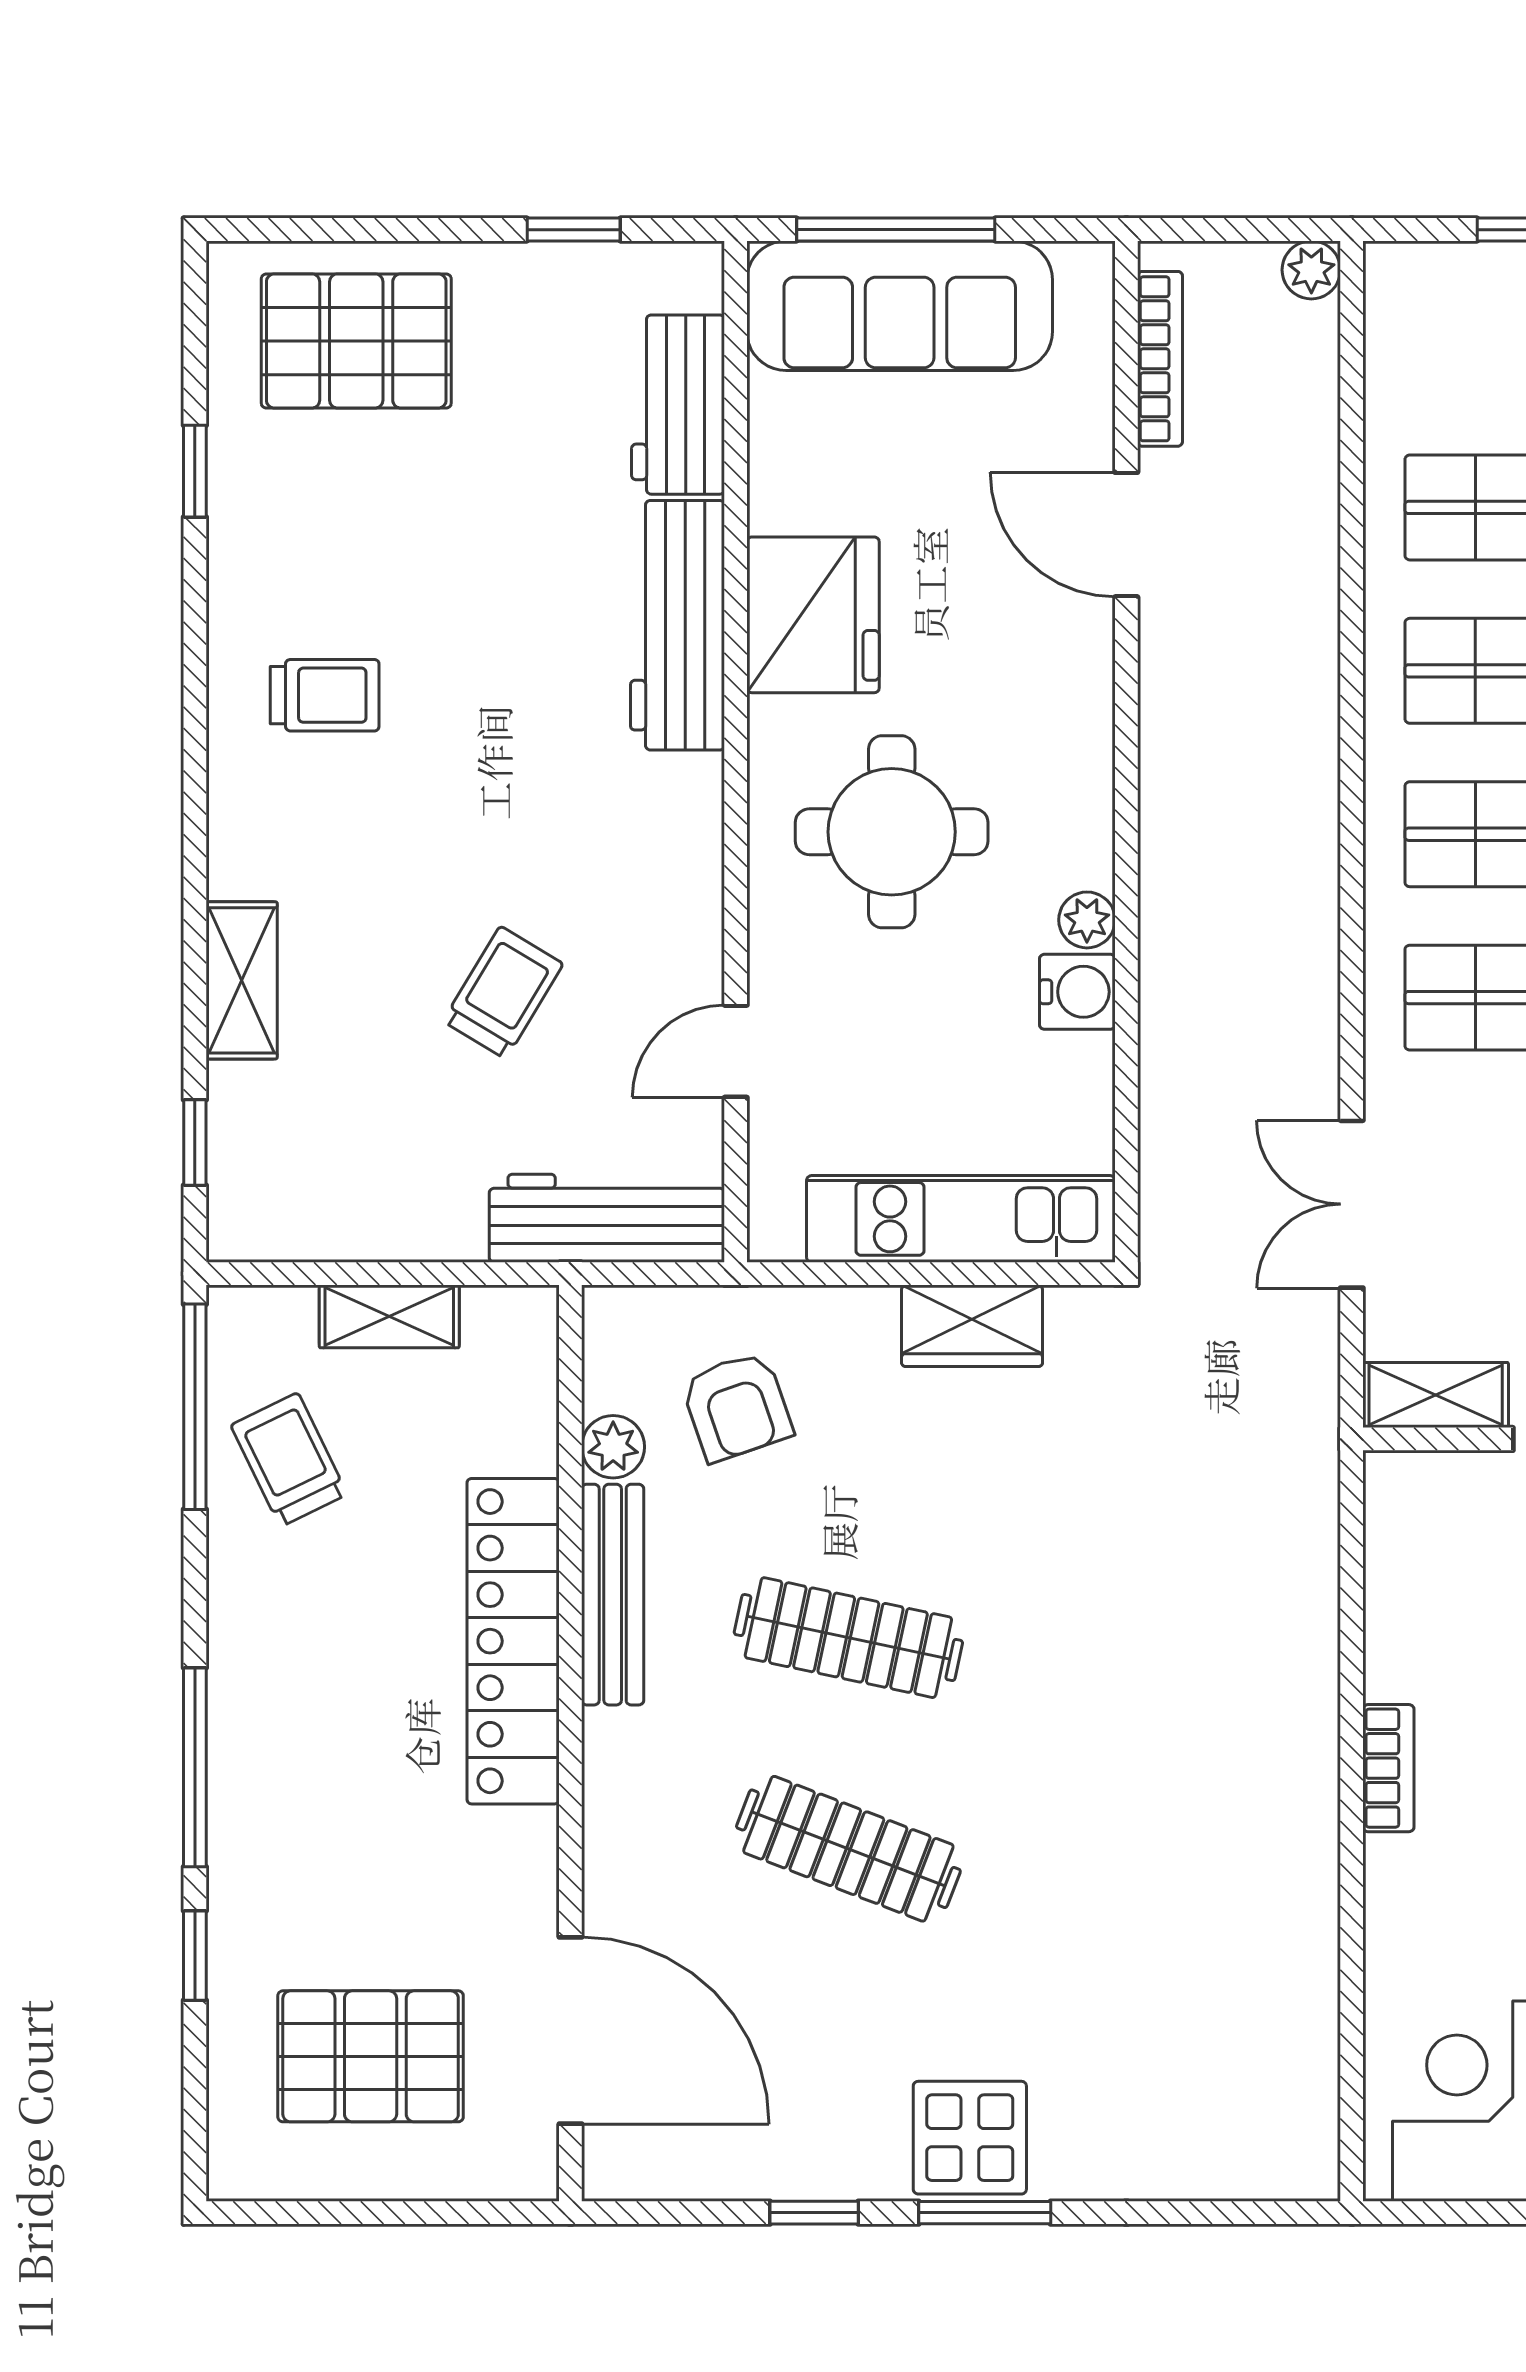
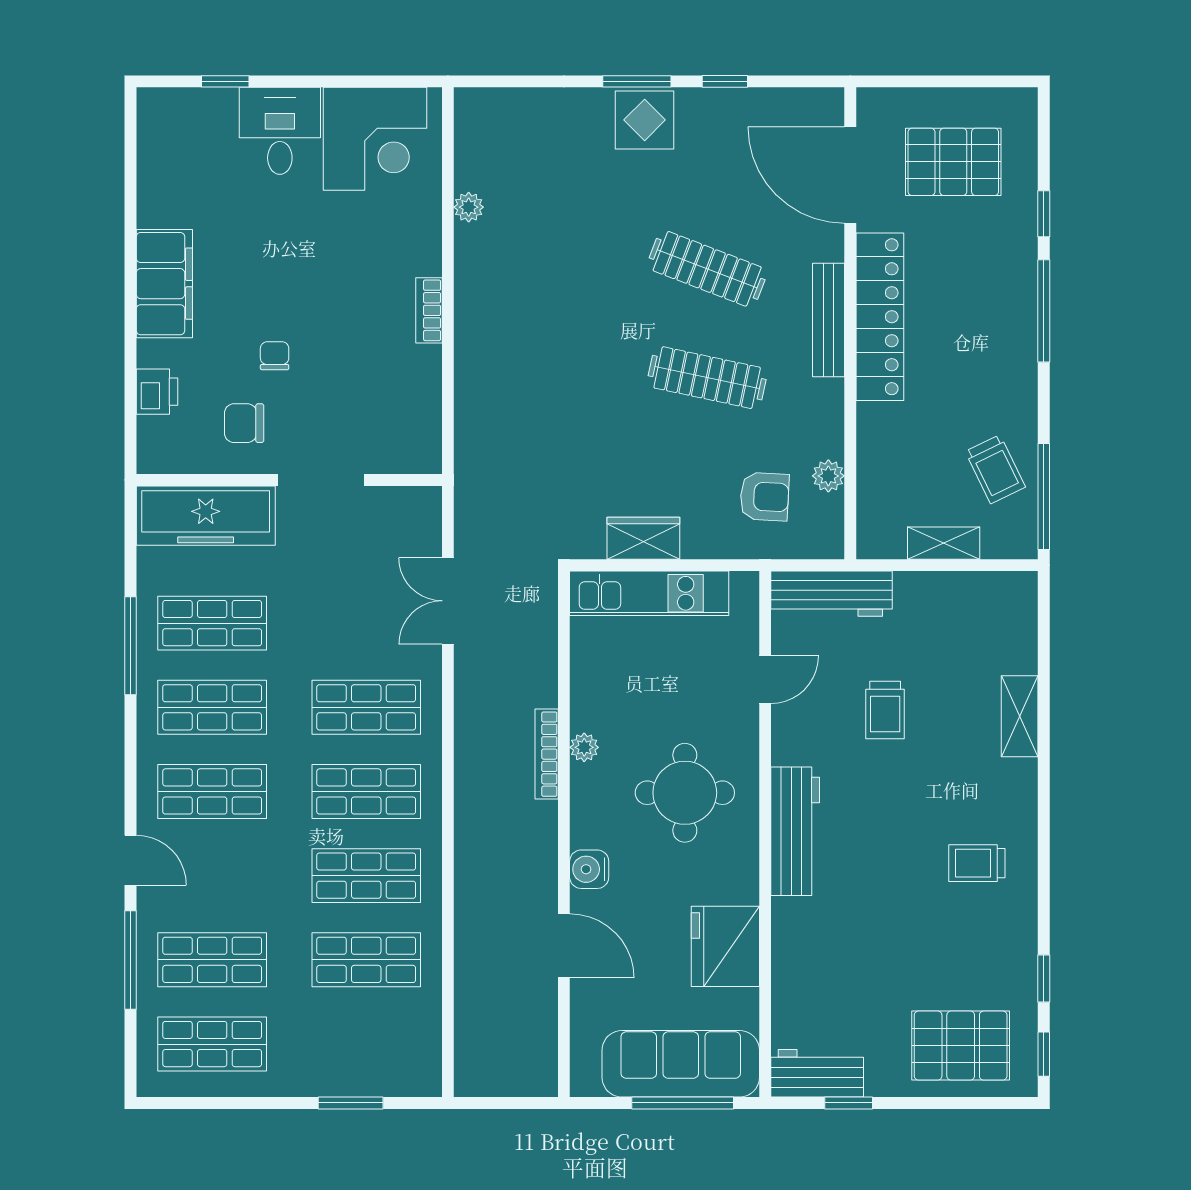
plant: (1311, 270) -> (469, 207), moved
bookcase: (1160, 359) -> (547, 754), moved
workbench: (678, 405) -> (817, 1073), moved, turned -90
fridge: (813, 615) -> (725, 946), moved
workbench: (678, 625) -> (795, 831), moved
trolley: (503, 992) -> (885, 710), turned -31
water cooler: (1077, 992) -> (589, 869), moved
window: (195, 1142) -> (1044, 1054), moved
double door: (1352, 1204) -> (448, 601), swing flipped
shelving: (1436, 1395) -> (405, 503), removed
armchair: (737, 1407) -> (765, 497), turned 112
bench: (613, 1595) -> (829, 320), moved
locker: (513, 1641) -> (880, 317), moved

